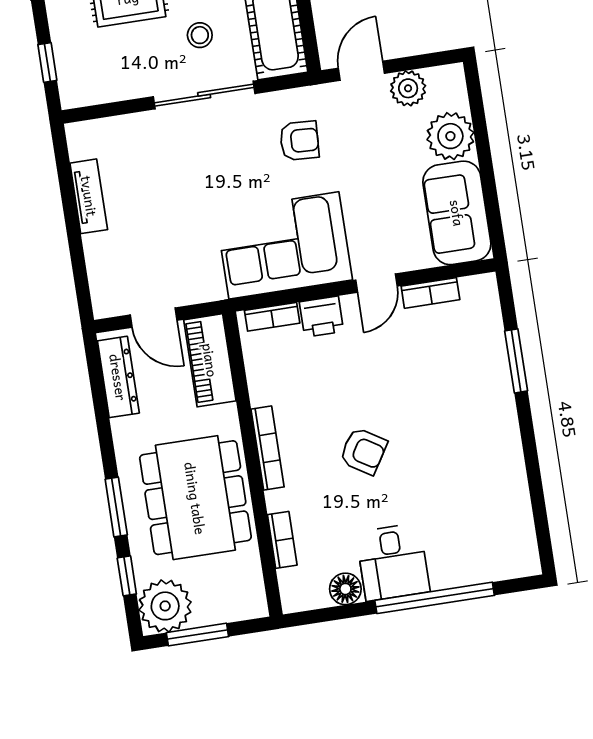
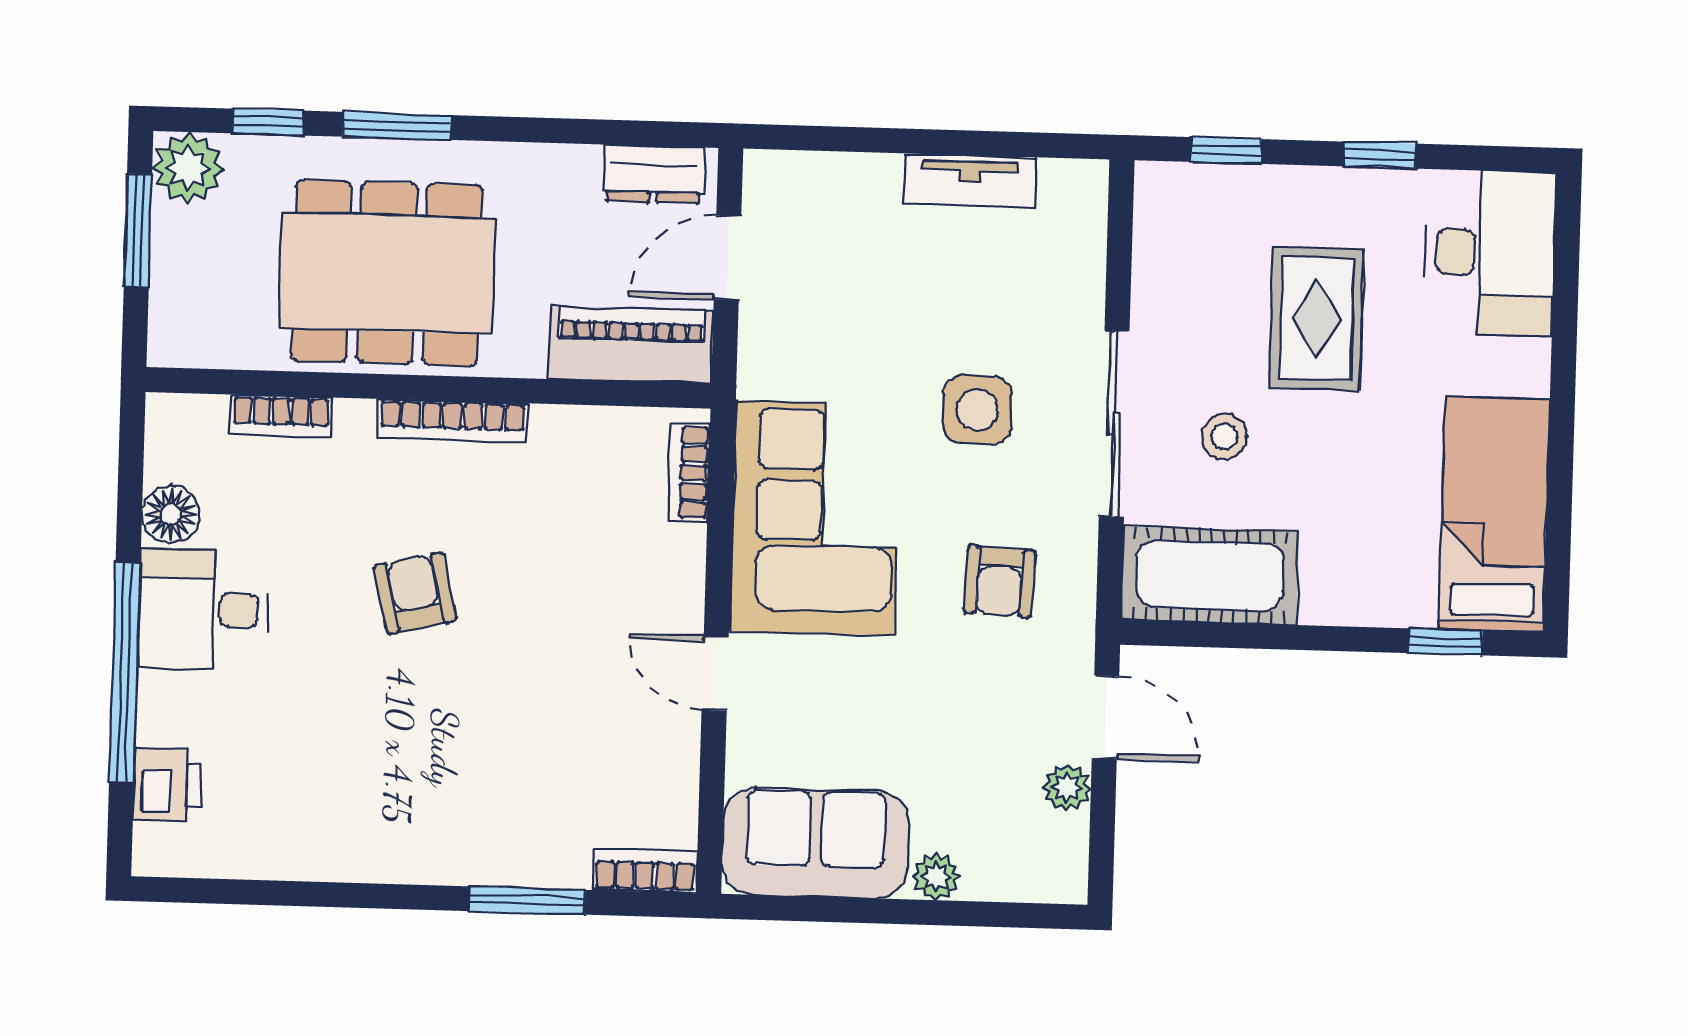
plant: (408, 88) -> (1067, 788), width x0.73, depth x0.73
plant: (450, 136) -> (936, 877), width x0.53, depth x0.53
side table: (210, 170) -> (977, 410), added
bookcase: (430, 293) -> (645, 871), moved, turned 90
printer: (321, 317) -> (167, 785), moved, turned 180
dresser: (118, 377) -> (654, 174), width x0.70
armchair: (363, 451) -> (415, 593), turned 135
plant: (165, 606) -> (188, 168), width x0.73, depth x0.73

